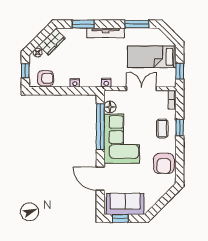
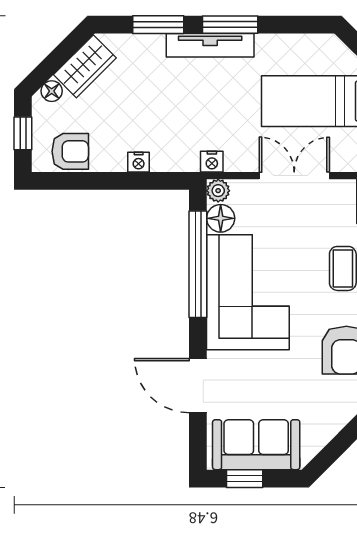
window: (137, 24) -> (230, 25), moved
plant: (109, 95) -> (218, 191), added

